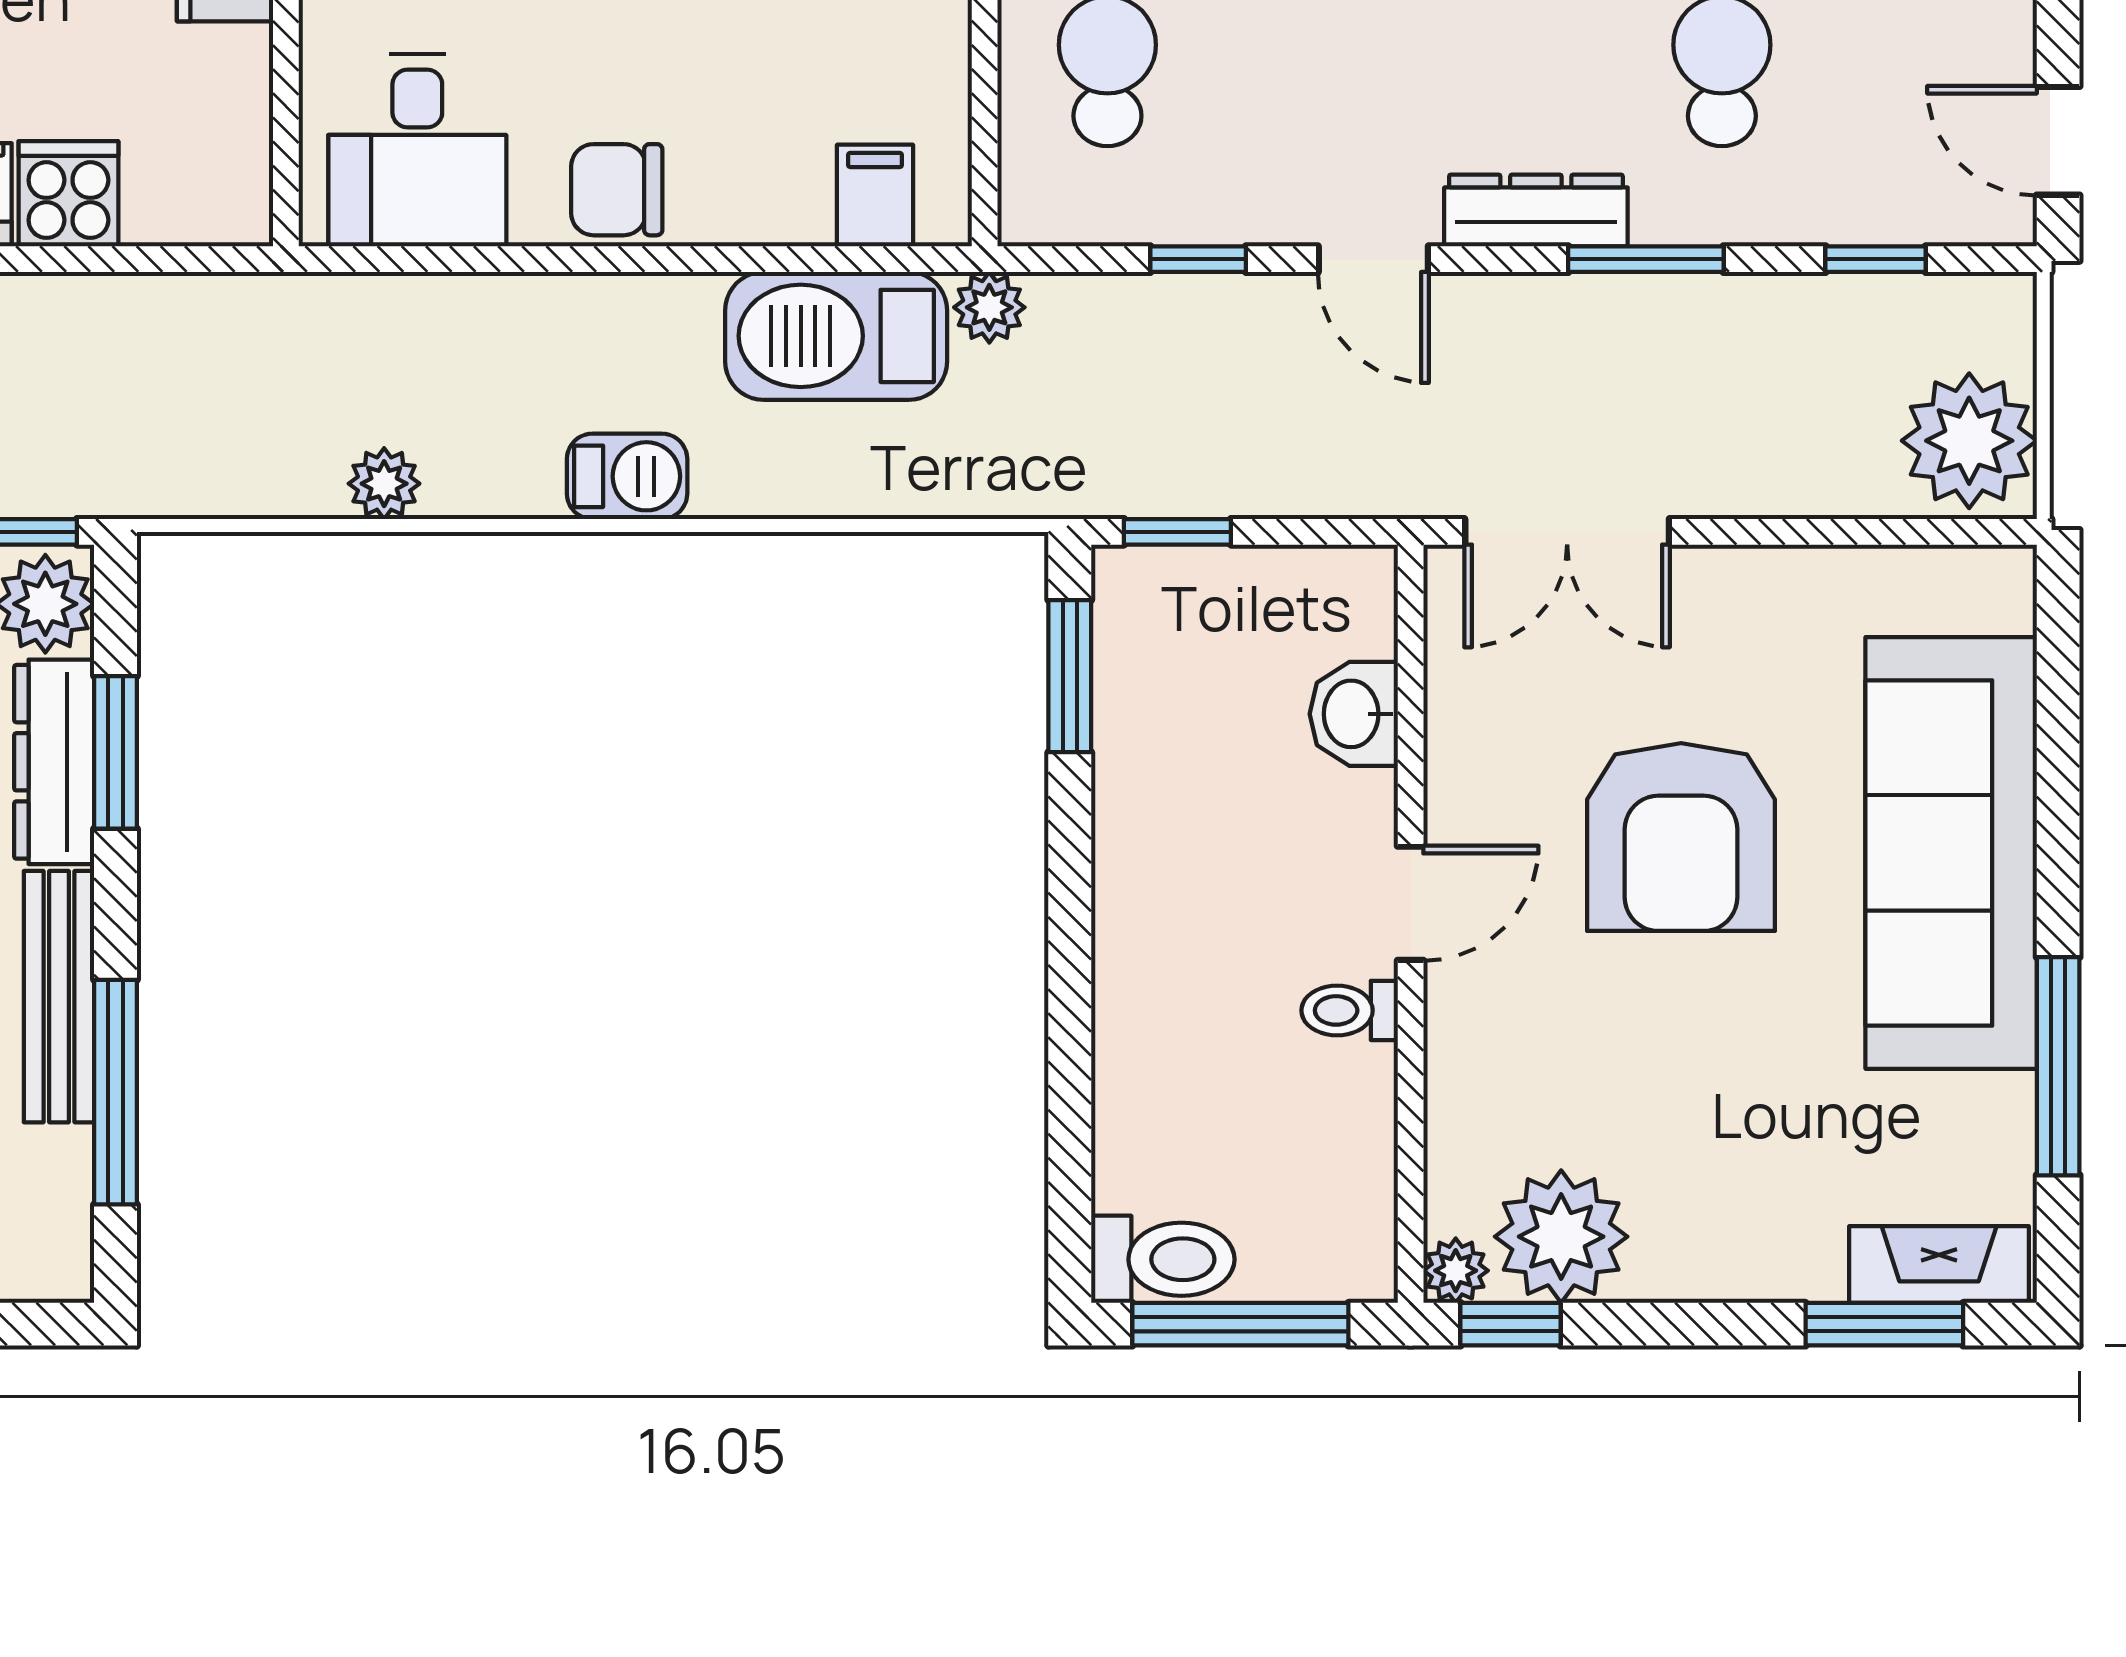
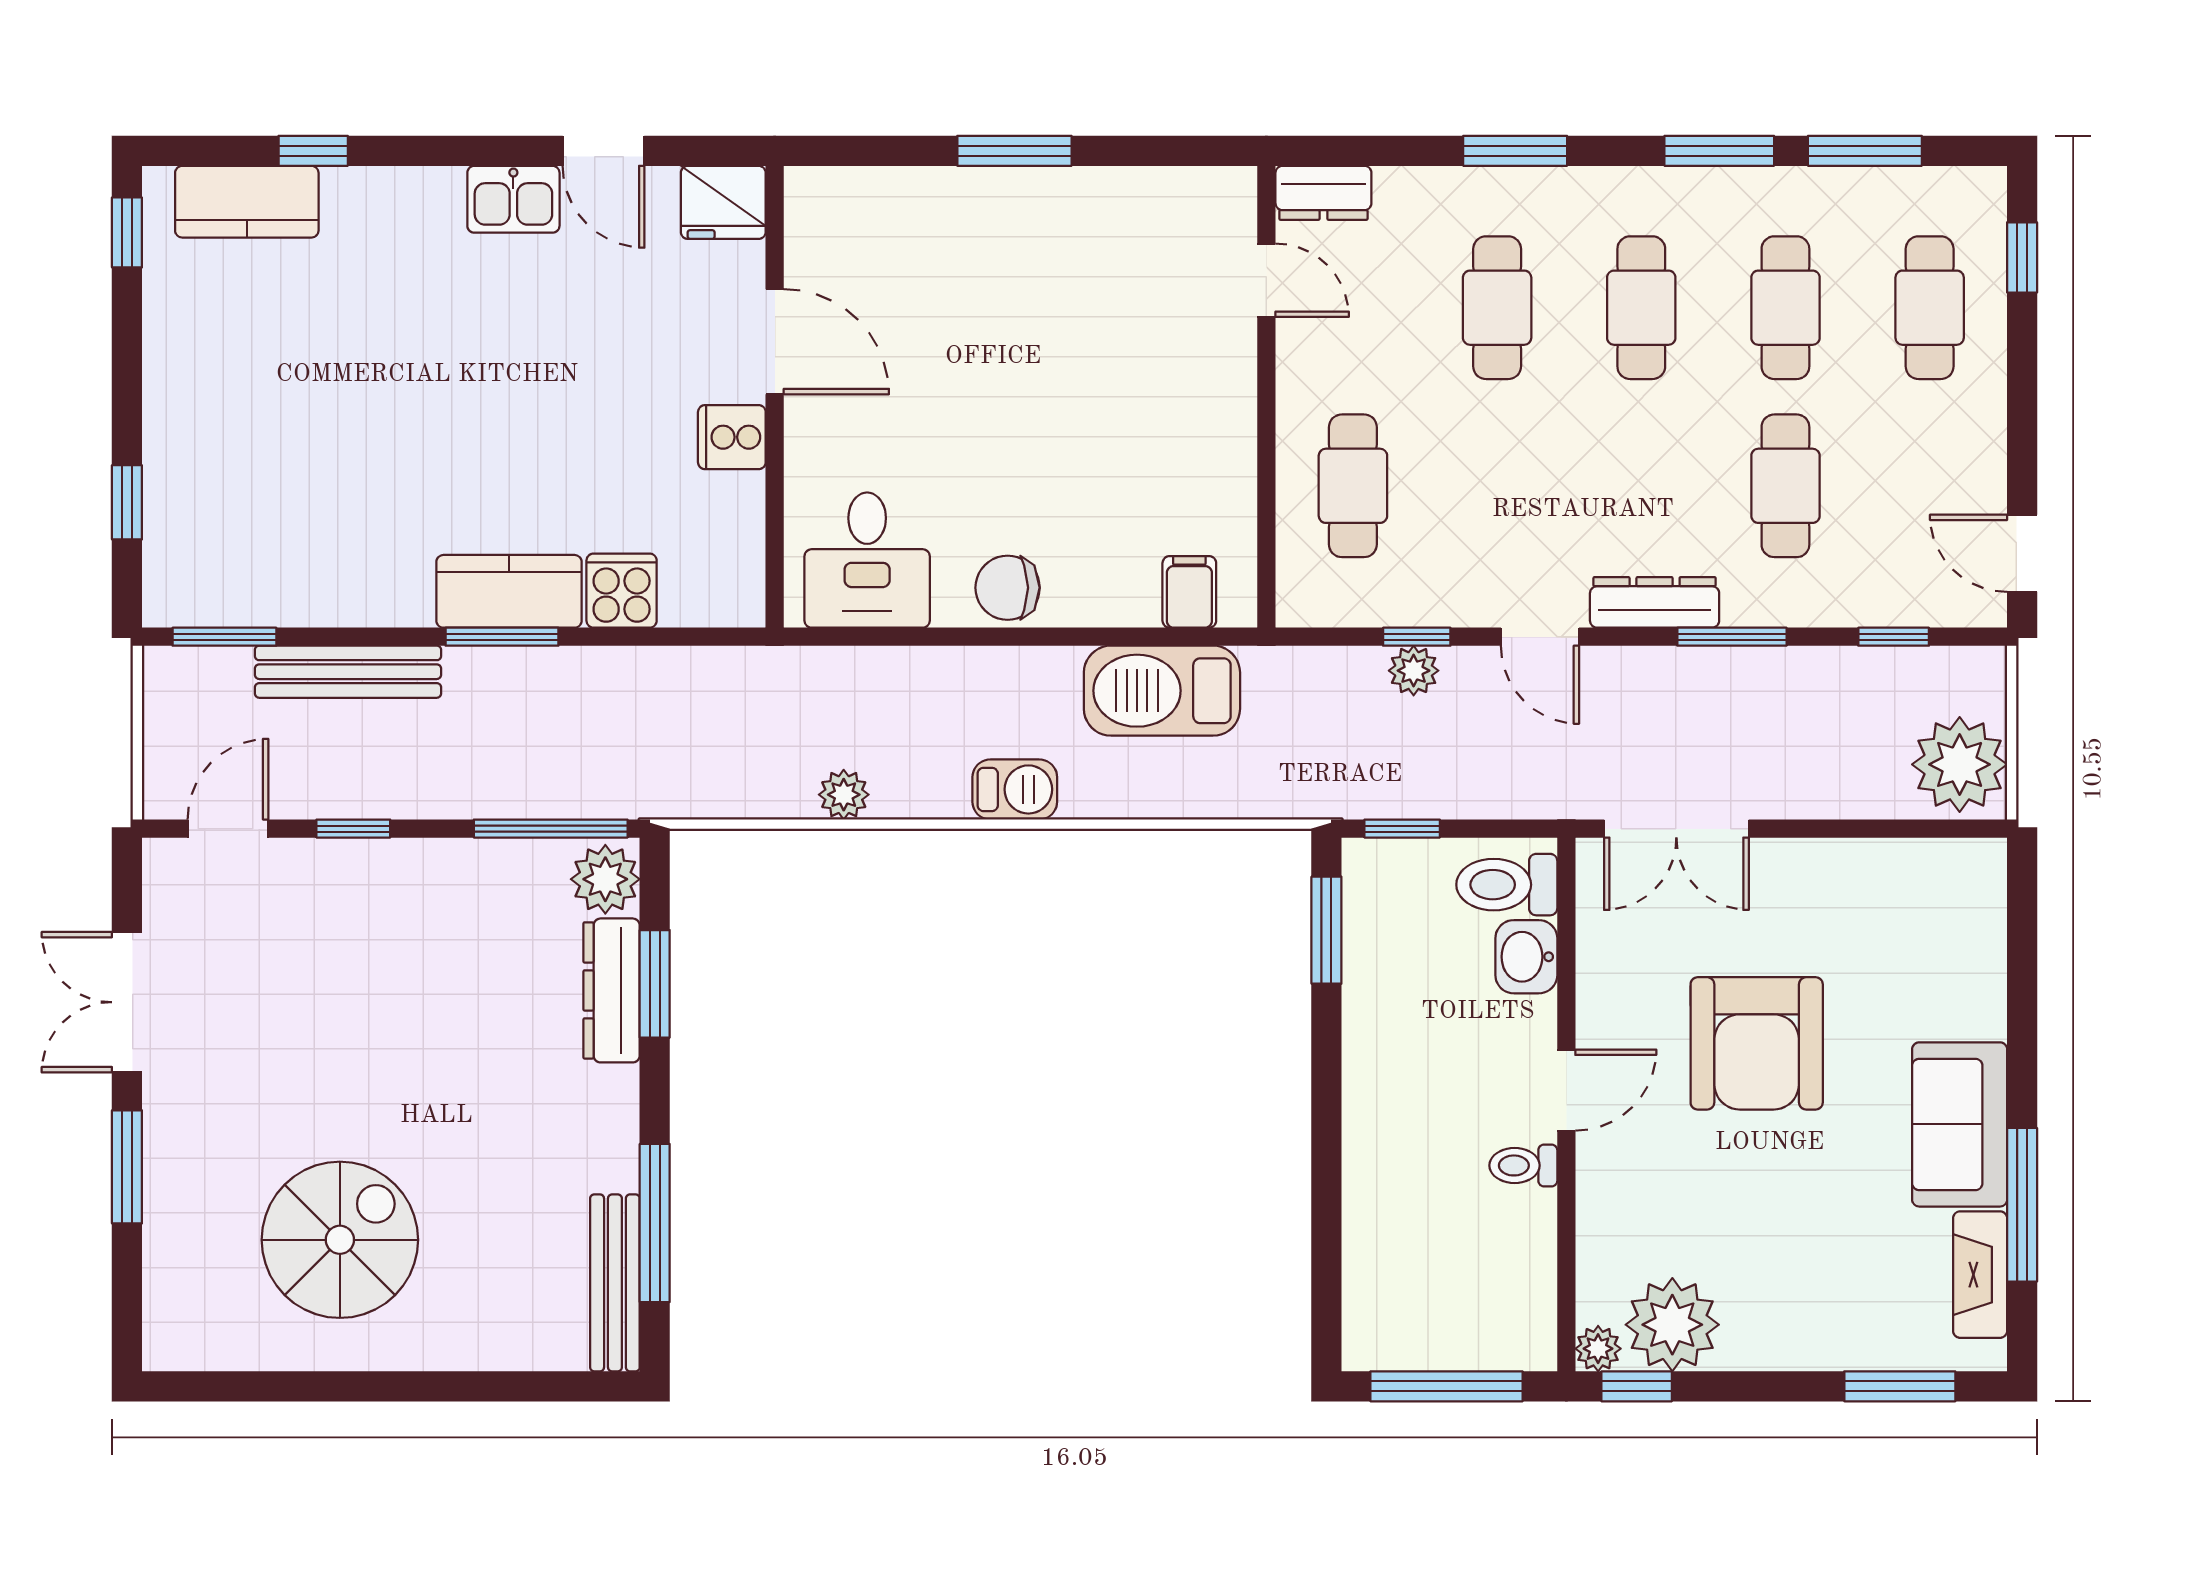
plant: (989, 307) -> (1414, 671), moved
sofa: (1951, 853) -> (1960, 1124), width x0.54, depth x0.79
bench: (59, 997) -> (615, 1283), moved
toilet: (1163, 1259) -> (1507, 885), moved, turned 180
fireplace: (1939, 1264) -> (1980, 1275), moved, turned -90

